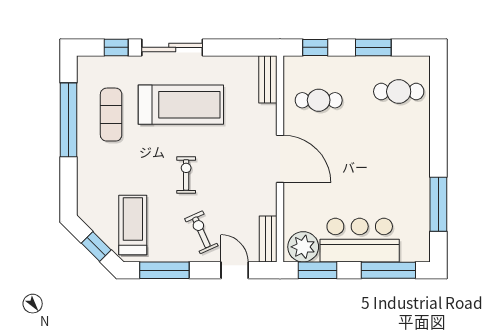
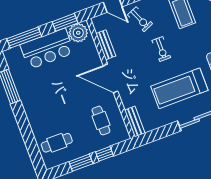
window: (315, 47) -> (105, 154), moved
cafe table: (319, 100) -> (101, 121), turned 90
bench: (268, 239) -> (106, 45), moved

